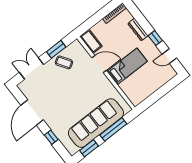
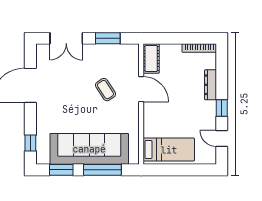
coffee table: (64, 62) -> (105, 90), moved
bed: (127, 66) -> (169, 150), moved
double door: (32, 68) -> (66, 38), swing flipped
window: (51, 137) -> (30, 143), moved

